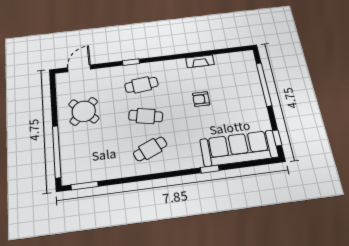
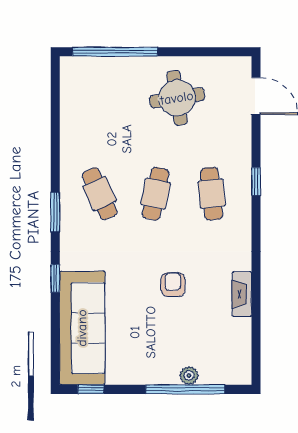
plant: (255, 83) -> (189, 376), added
round table: (84, 111) -> (177, 98), turned 36
window: (85, 186) -> (55, 212), moved

